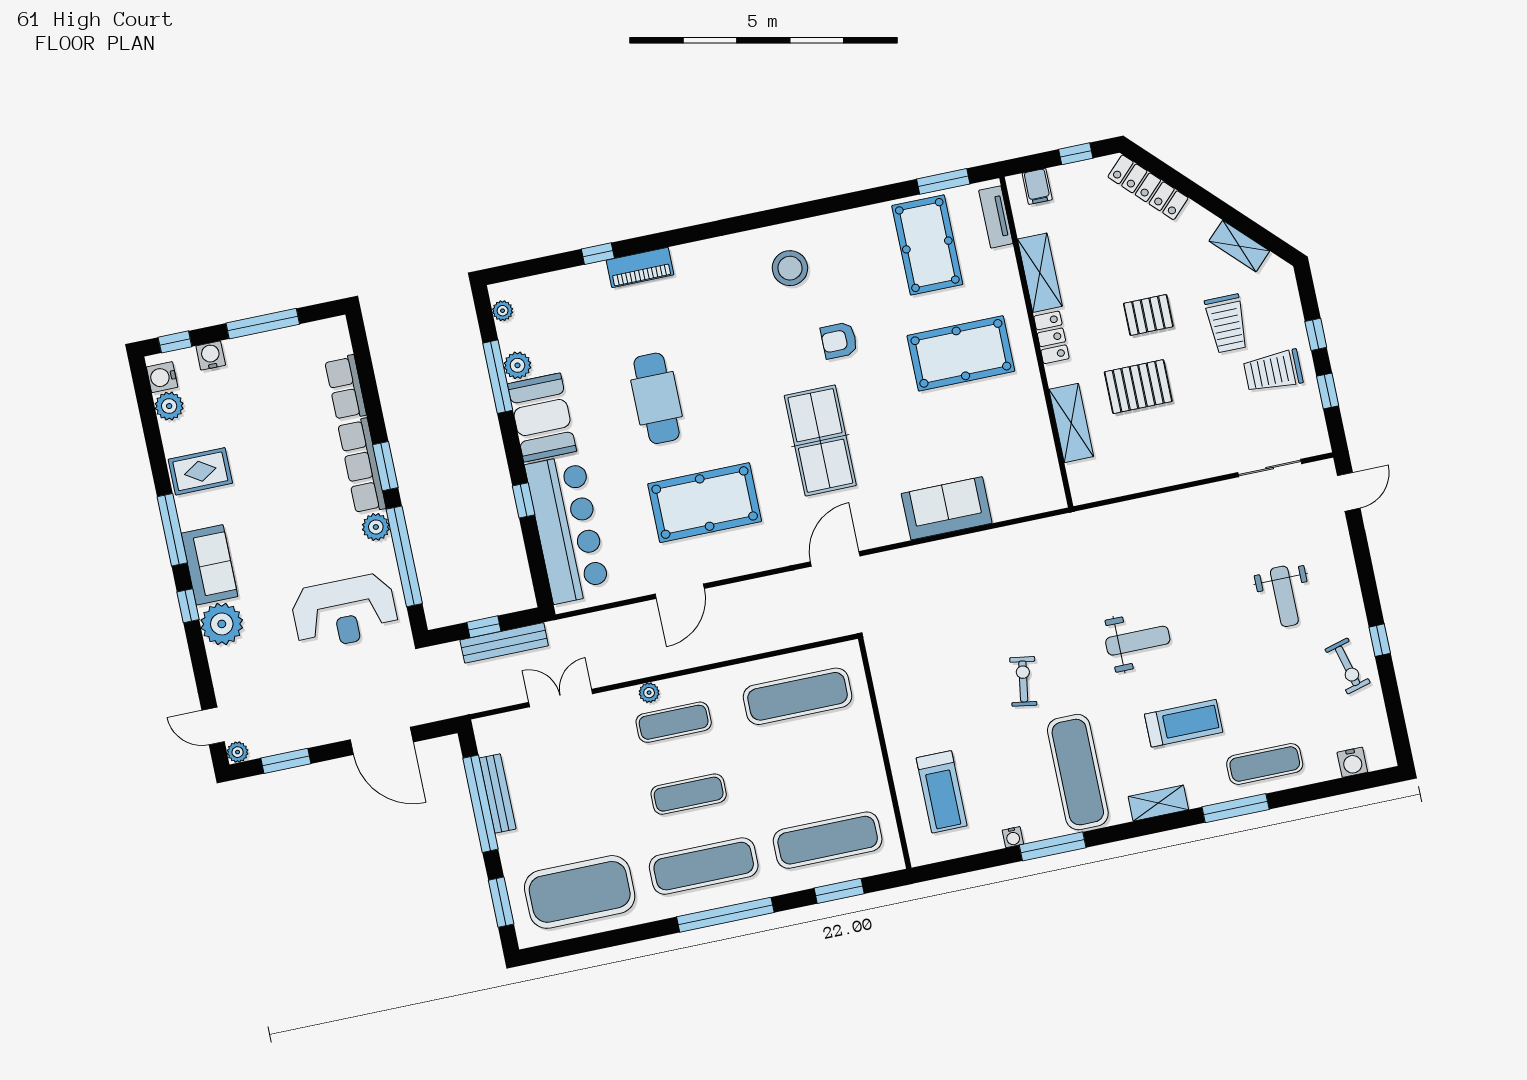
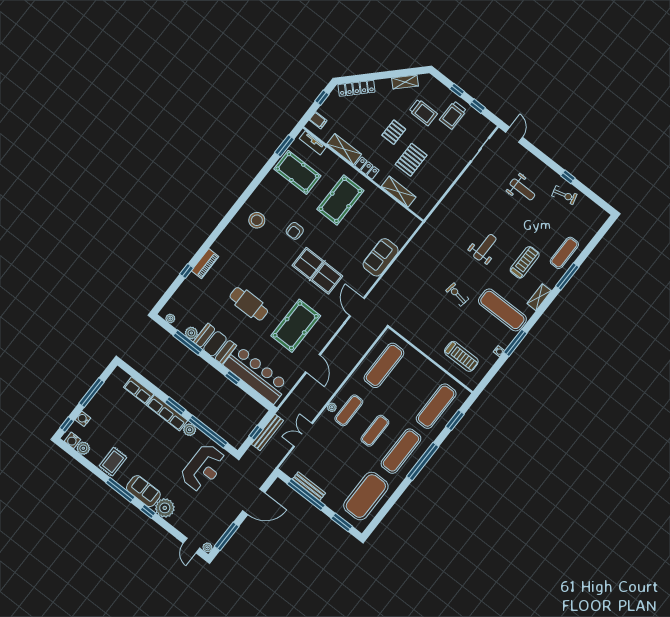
door: (213, 726) -> (191, 546), hinge flipped
window: (286, 761) -> (227, 536), width x1.44
water cooler: (1352, 762) -> (594, 227), removed

